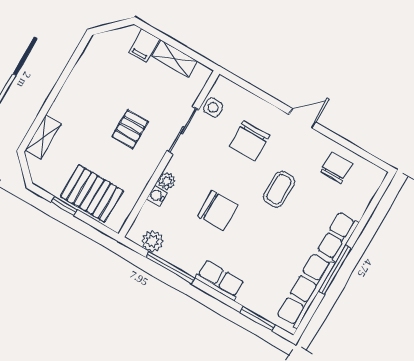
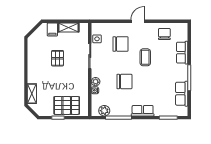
pallet: (130, 129) -> (58, 58), moved
chair: (249, 141) -> (121, 44), turned -90
row of seats: (338, 237) -> (182, 53), moved
row of seats: (306, 290) -> (182, 94), width x0.68

